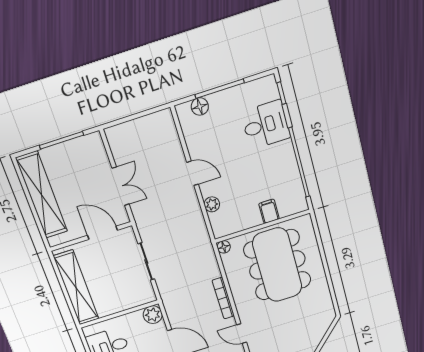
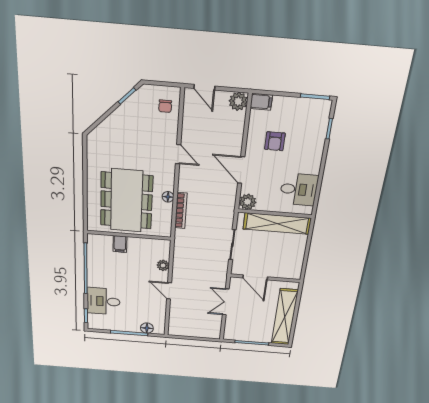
floor lamp: (224, 247) -> (168, 197), moved
shelving: (76, 288) -> (277, 224), moved, turned 90
bookcase: (223, 298) -> (181, 211), moved

